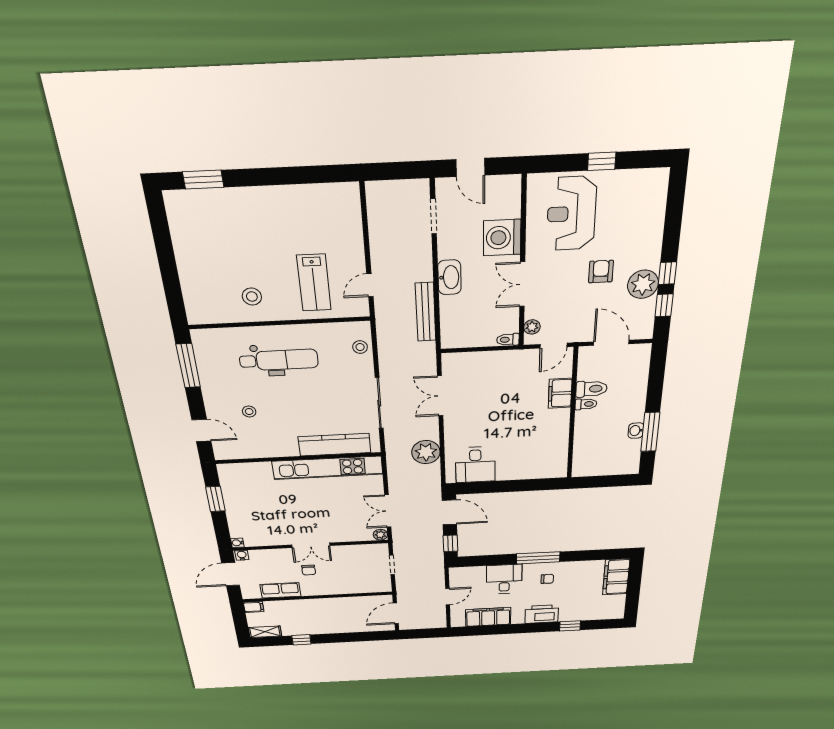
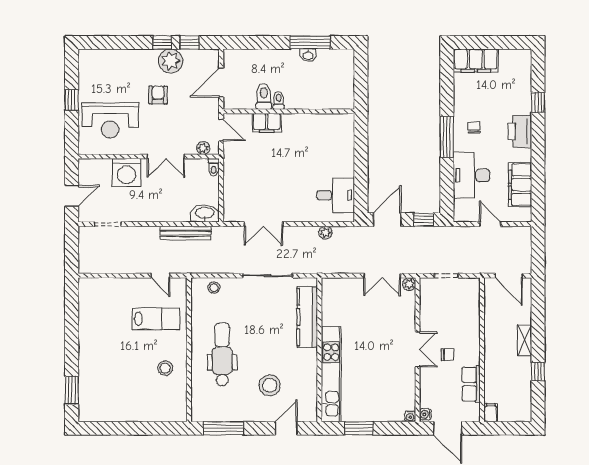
armchair: (601, 272) -> (158, 95), turned 90
washbasin: (449, 277) -> (205, 213), moved
stool: (249, 412) -> (270, 385), width x1.89, depth x1.89
plant: (426, 452) -> (325, 233), width x0.53, depth x0.53
kitchen unit: (328, 468) -> (331, 374), moved
desk: (504, 579) -> (472, 175), width x1.37
shelving: (265, 632) -> (525, 340), moved

